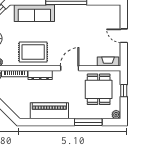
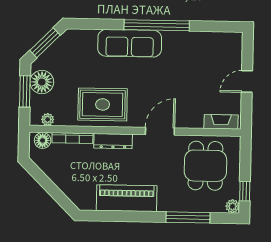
sofa: (34, 13) -> (130, 43), moved
door: (124, 36) -> (247, 81), hinge flipped
window: (124, 91) -> (245, 191), moved

